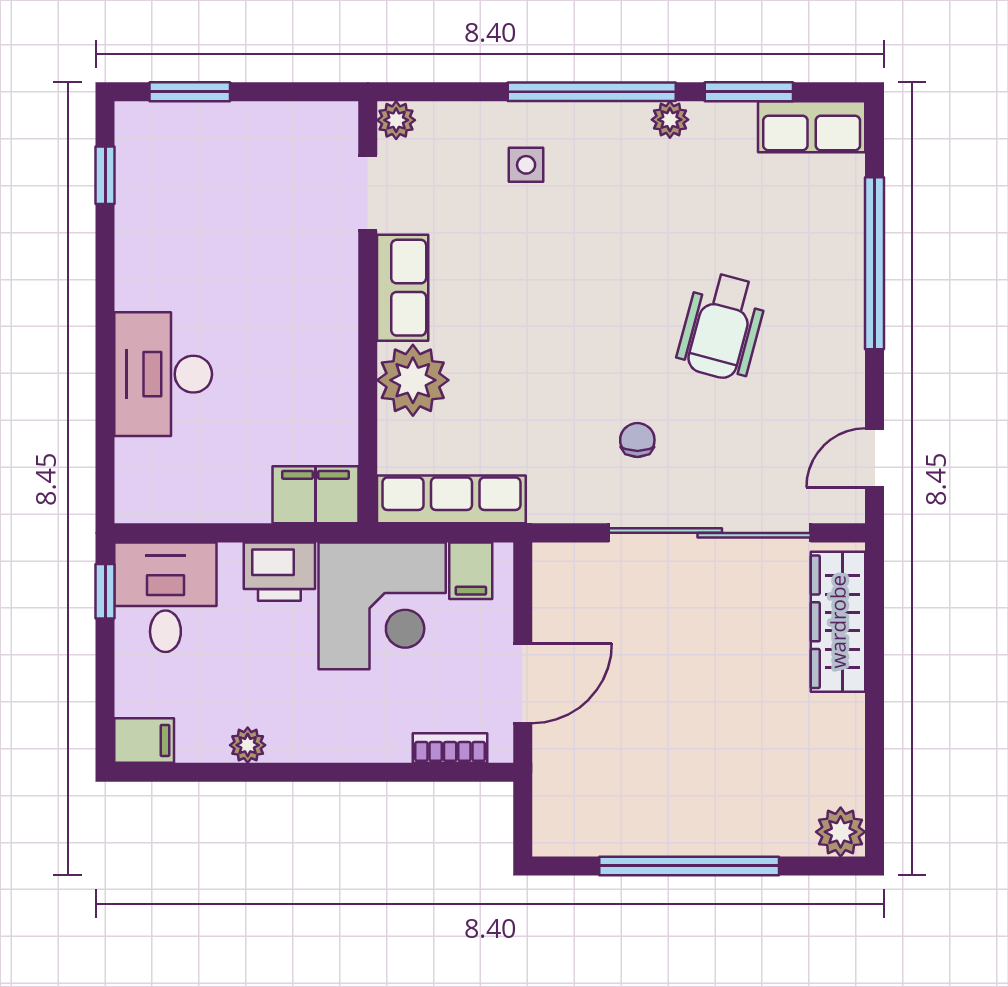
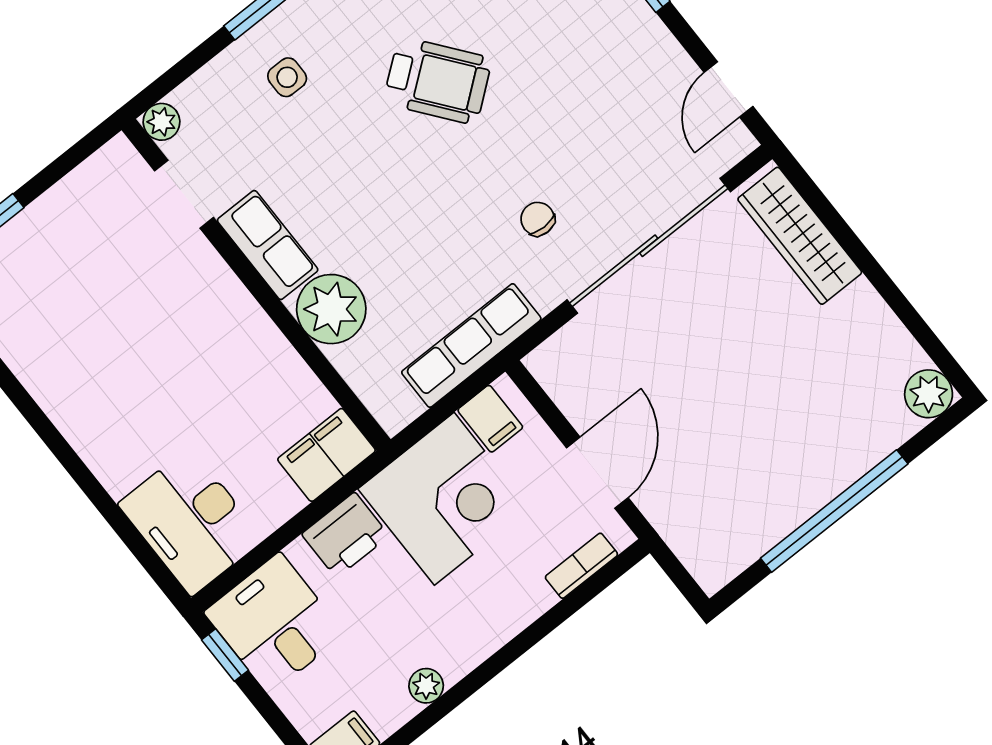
wheelchair: (722, 326) -> (438, 81), moved, turned -53
desk: (163, 374) -> (191, 522), moved
row of seats: (451, 499) -> (471, 345), moved

